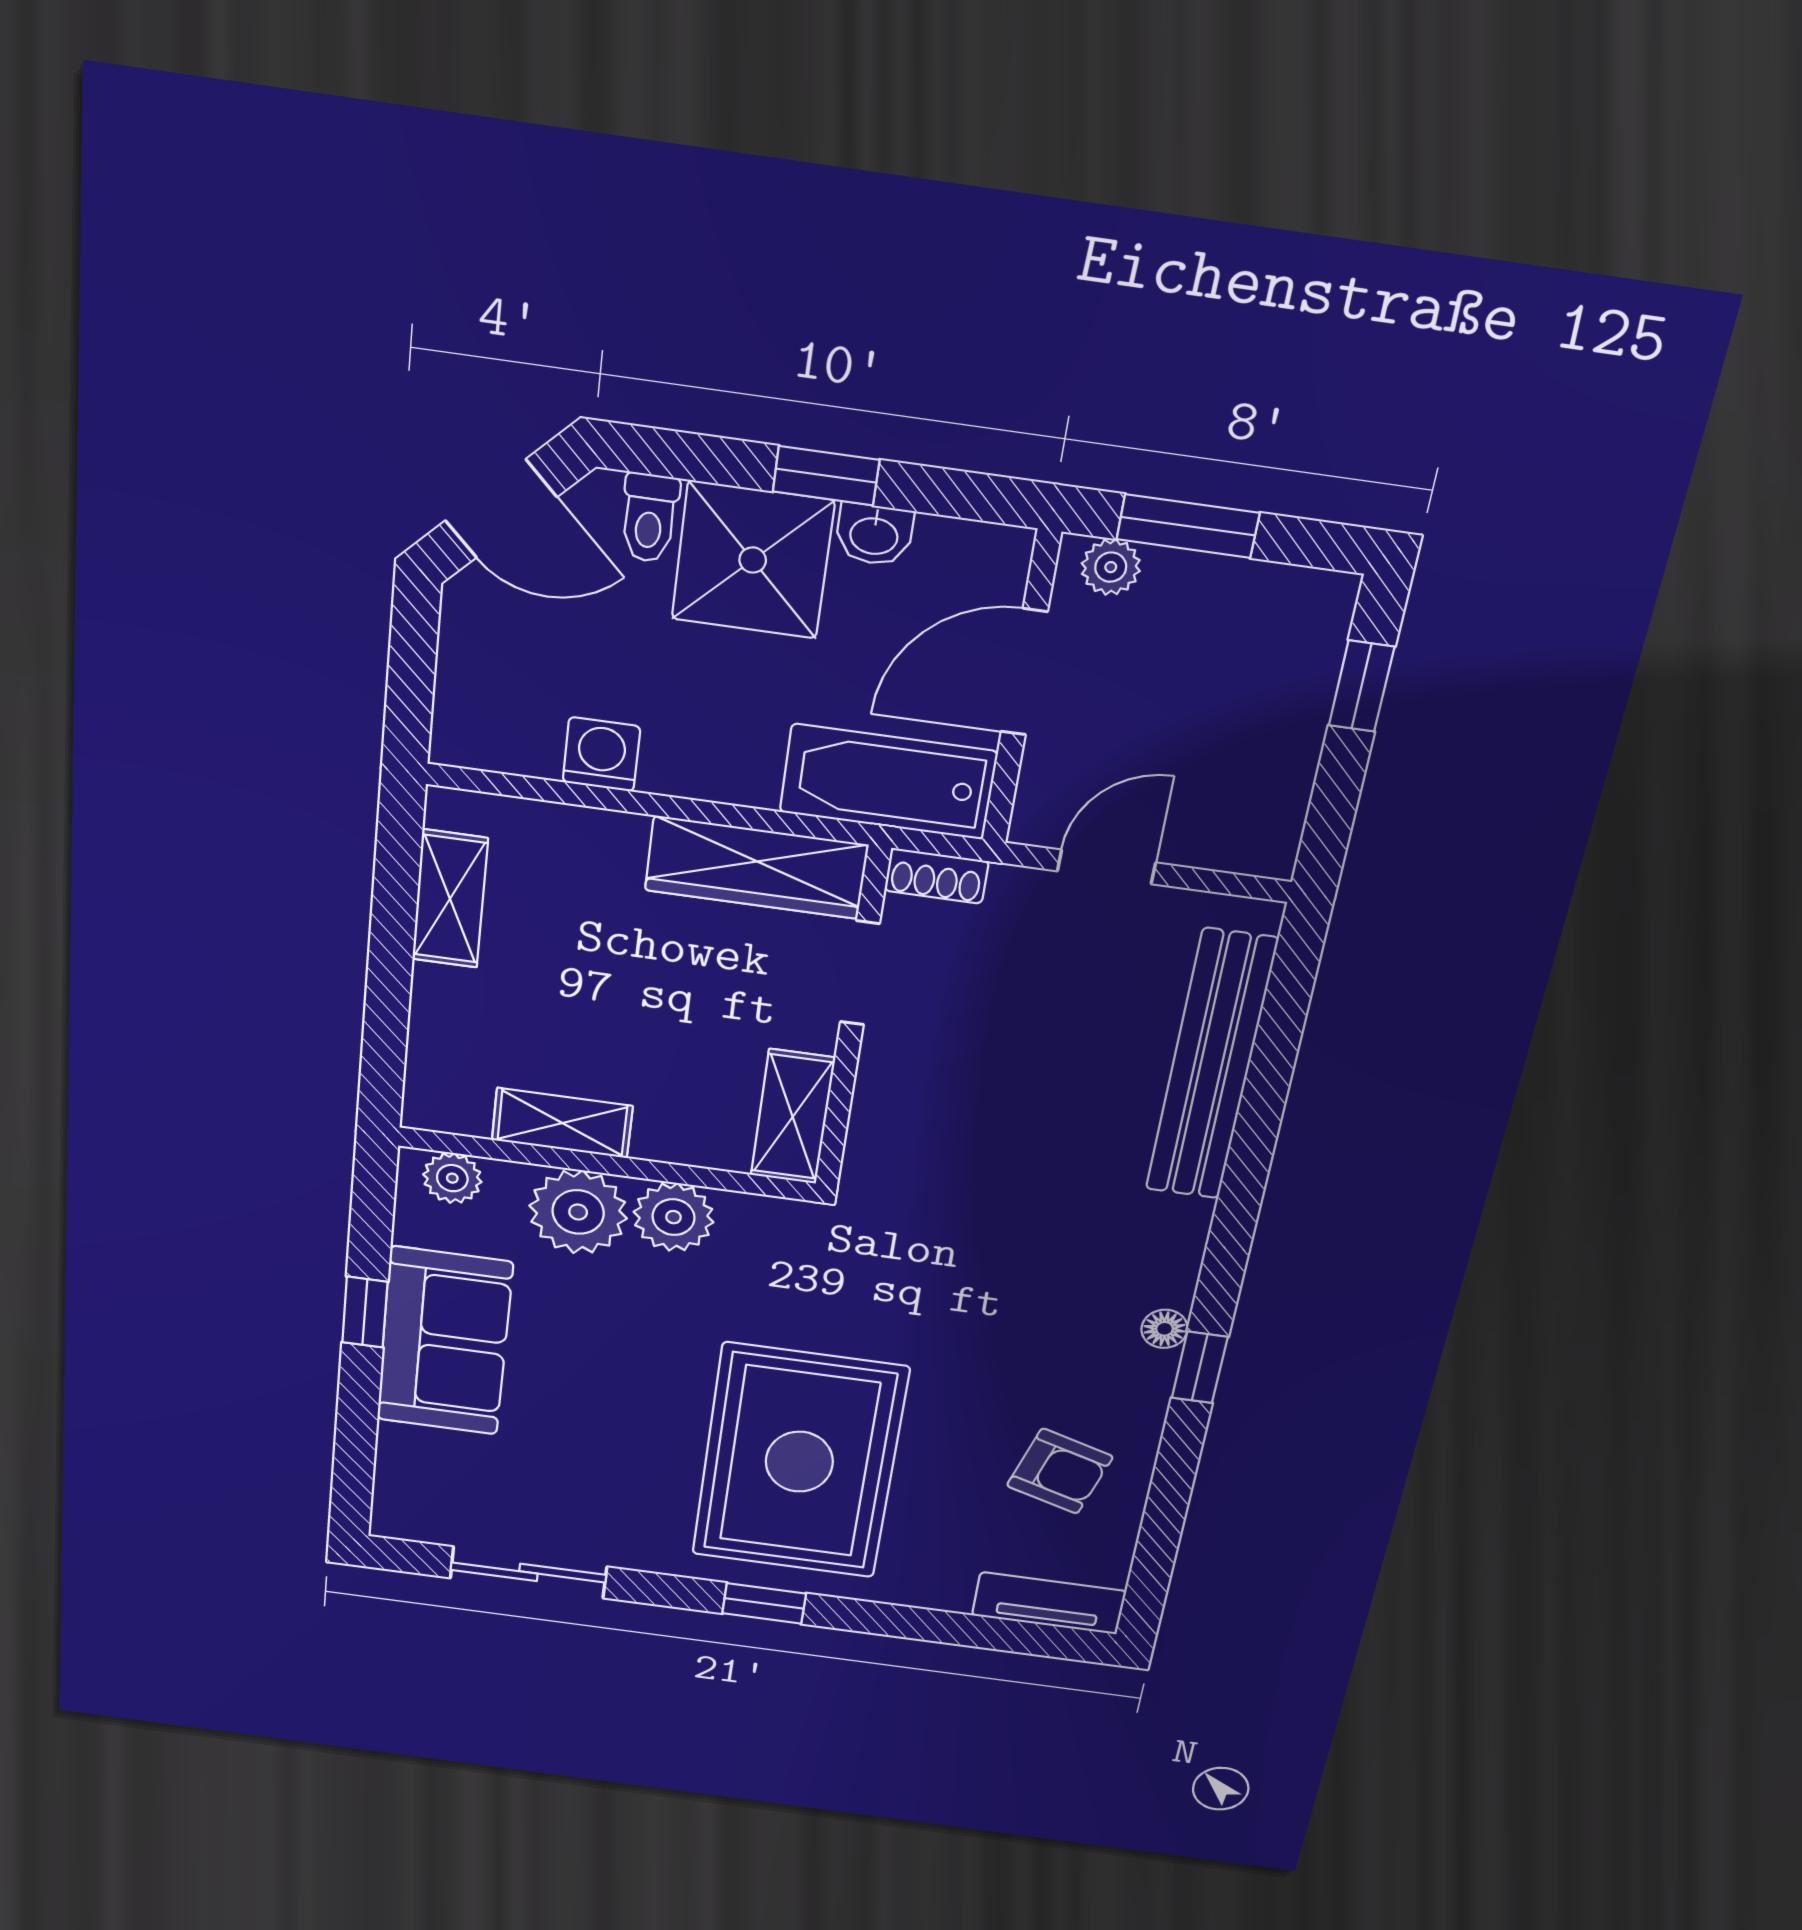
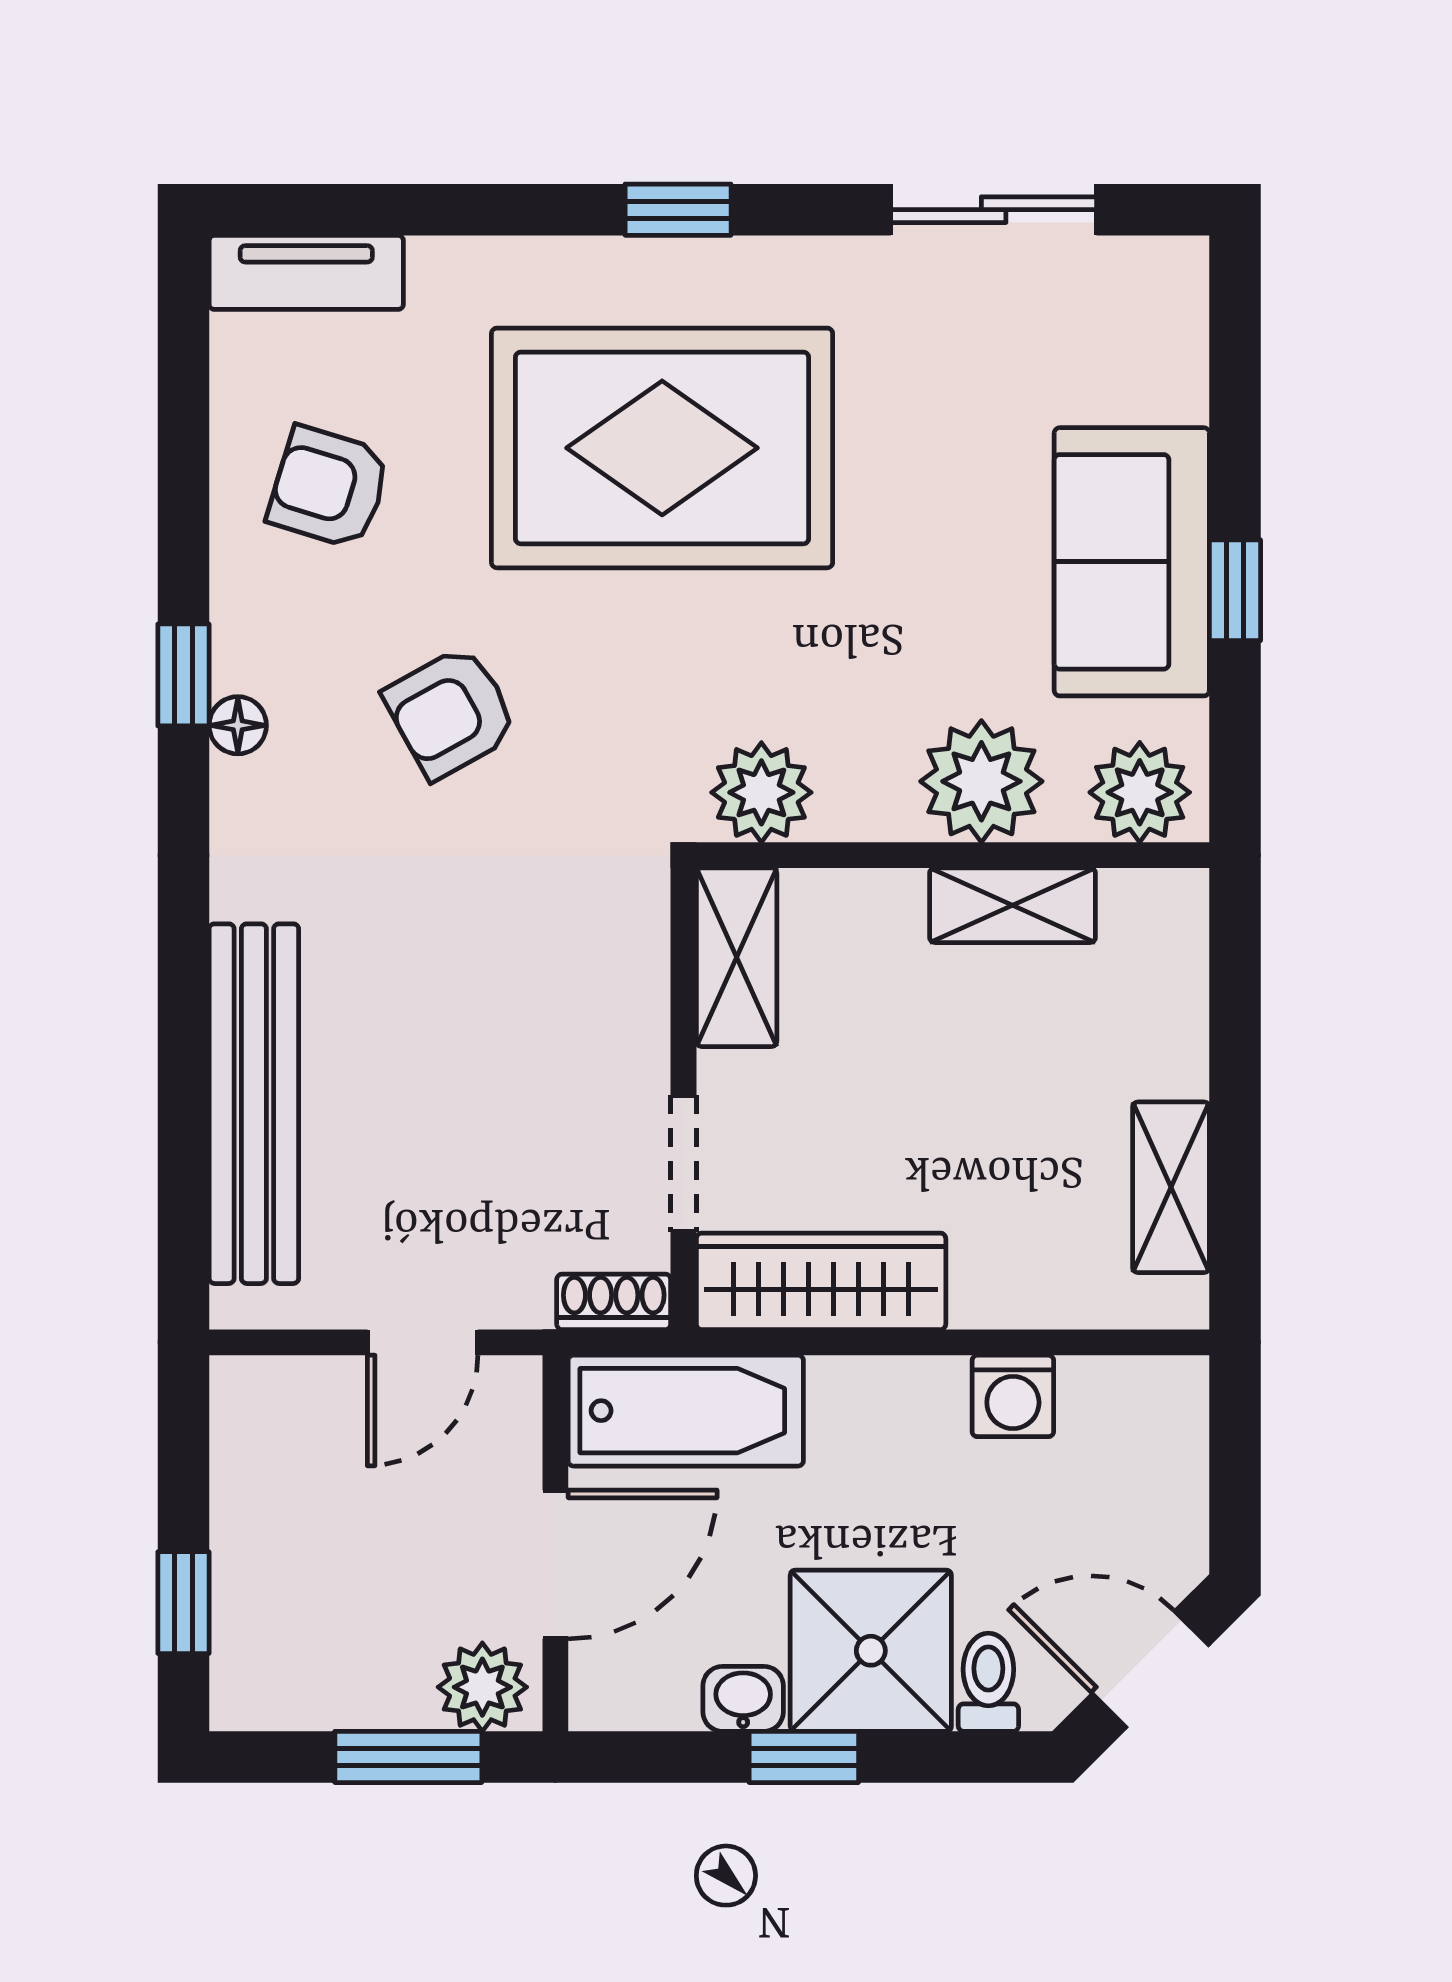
plant: (1111, 567) -> (482, 1687), width x1.38, depth x1.38
plant: (452, 1178) -> (1140, 792), width x1.38, depth x1.38
plant: (673, 1217) -> (761, 792), moved
armchair: (994, 1315) -> (451, 712), added
rug: (799, 1462) -> (662, 448), turned 90

